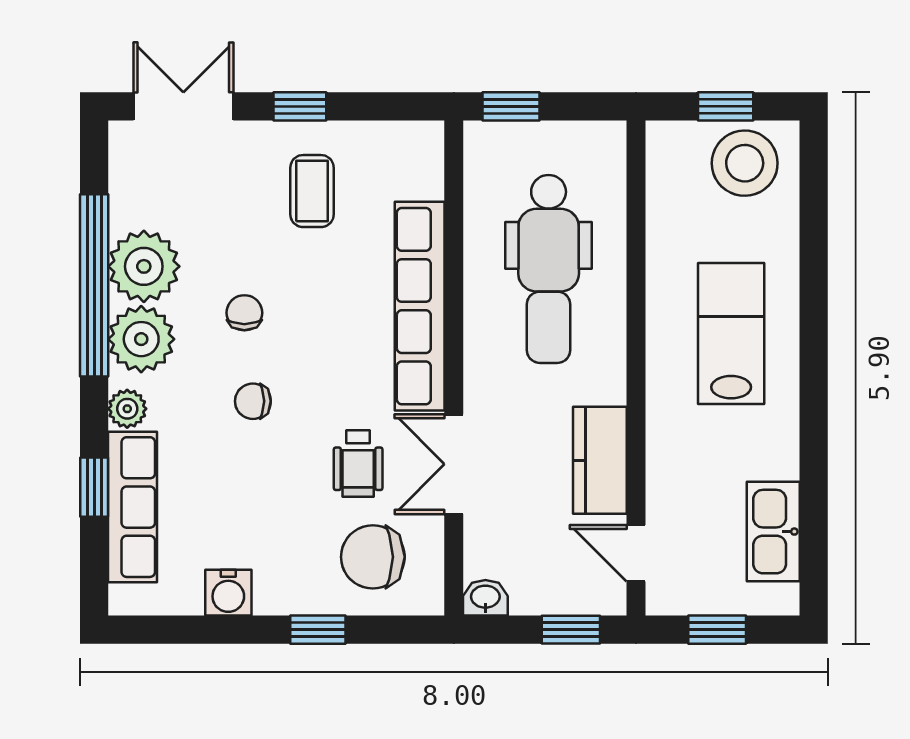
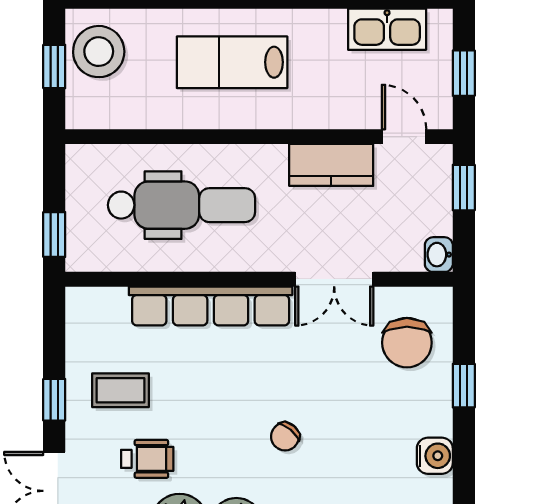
chair: (244, 313) -> (216, 443), removed
chair: (253, 401) -> (285, 437), turned 40
wheelchair: (358, 463) -> (147, 459), moved
door: (636, 553) -> (404, 137), swing flipped

